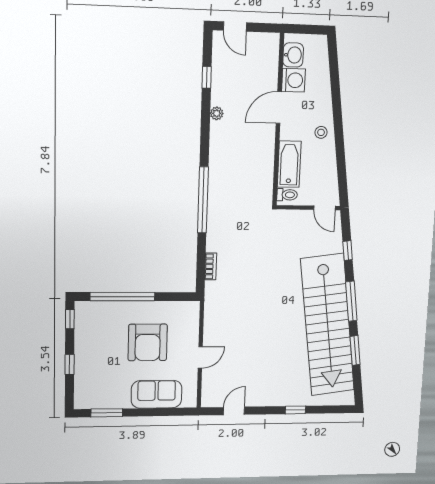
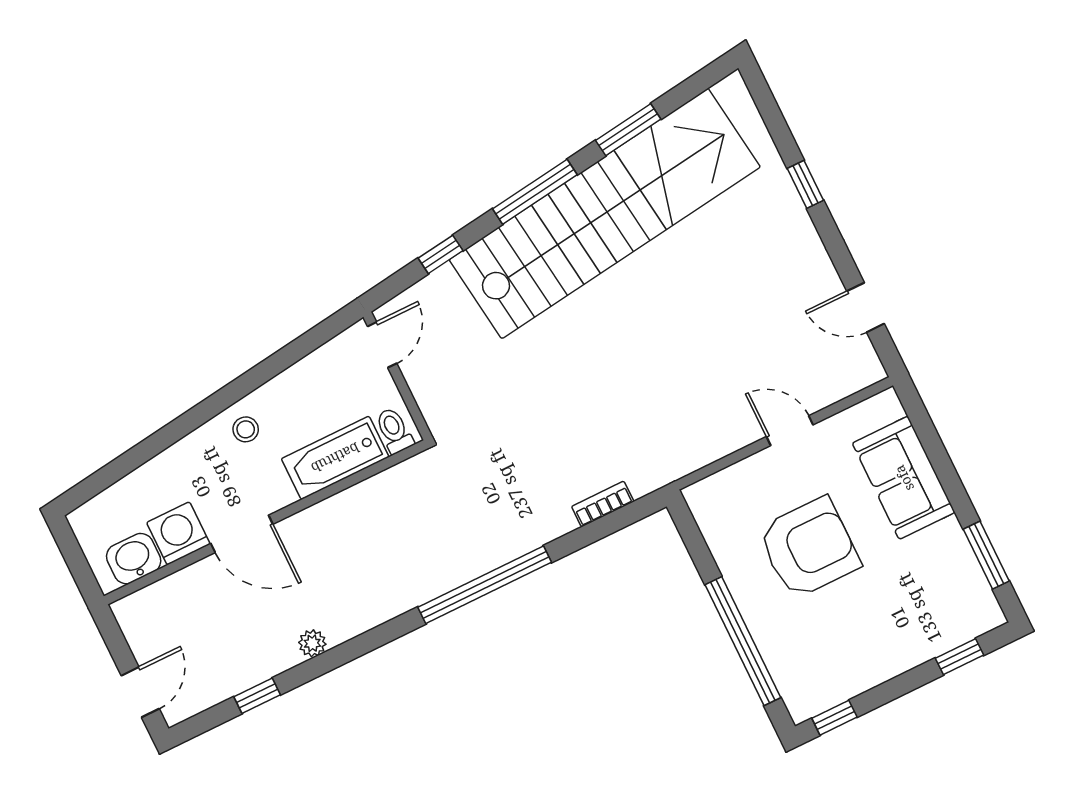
window: (70, 365) -> (960, 657), moved

